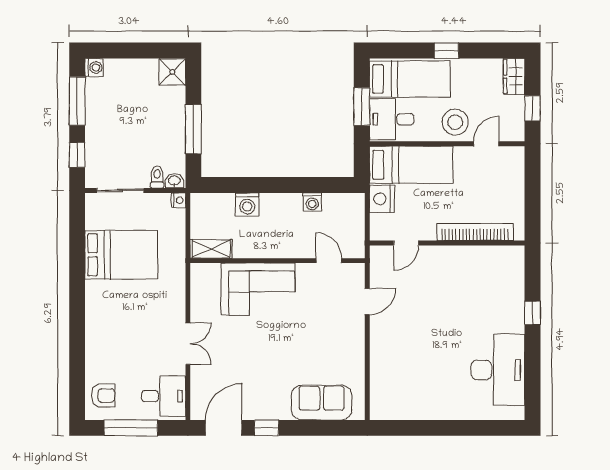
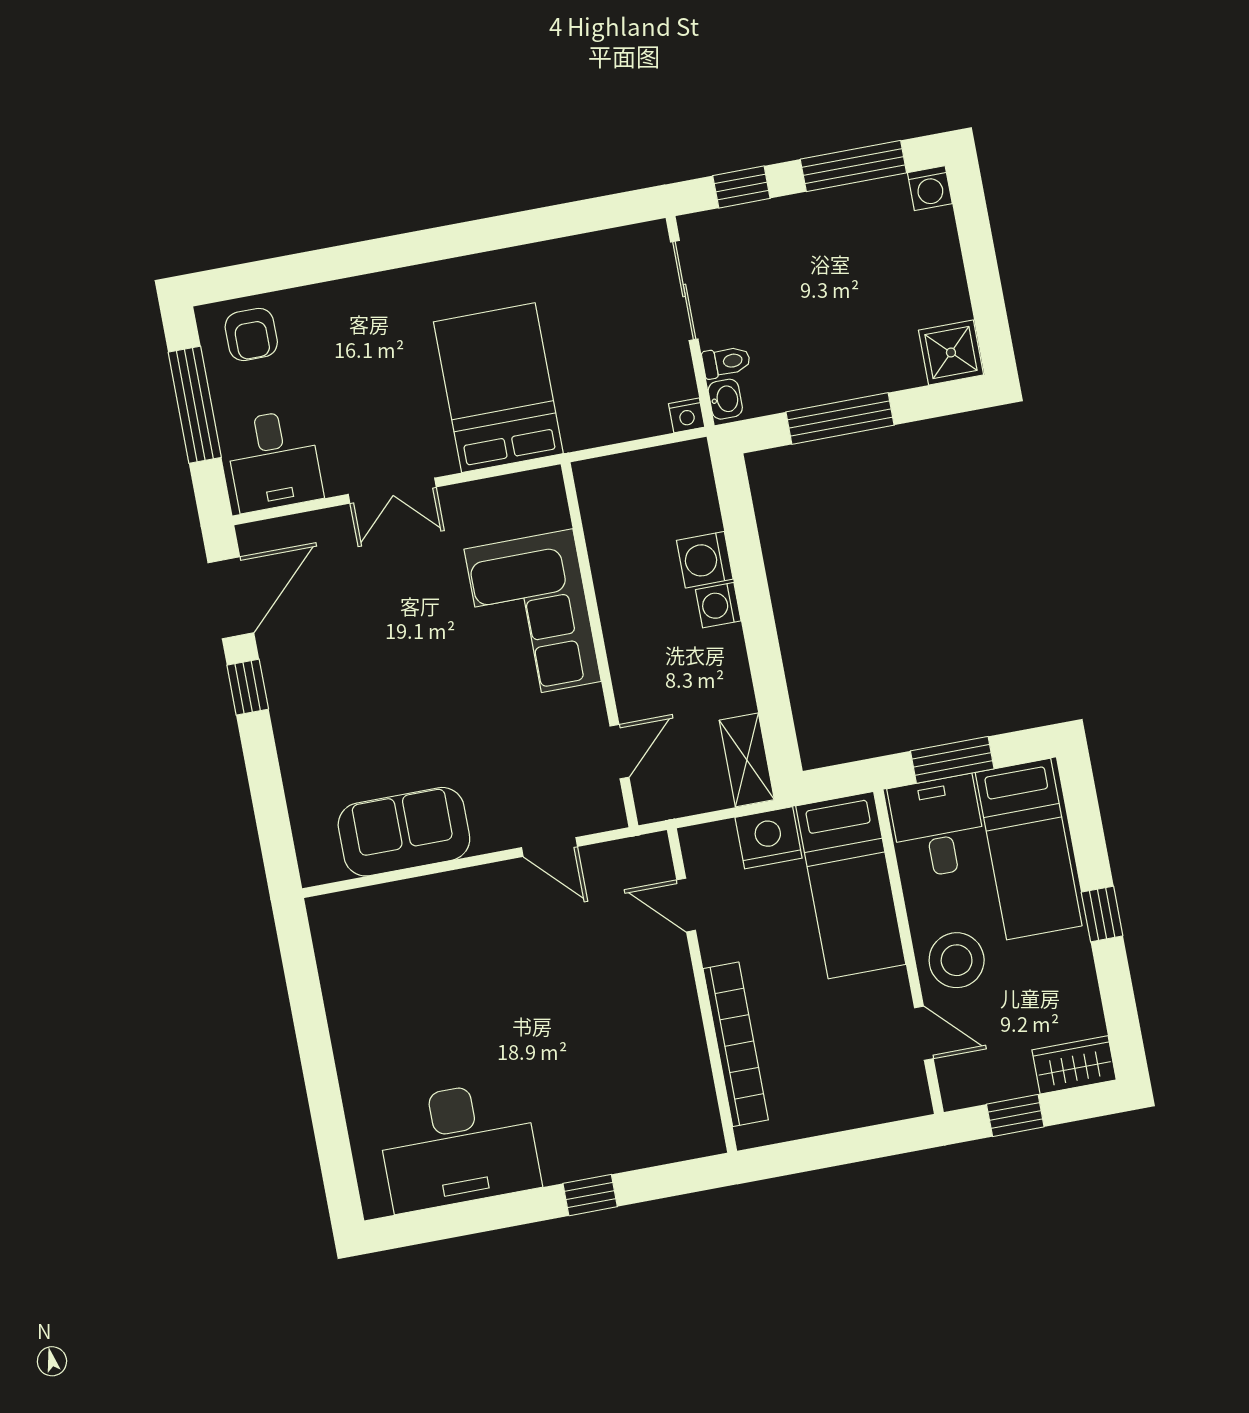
washing machine: (312, 202) -> (718, 605), moved
shelving: (211, 249) -> (747, 760), moved
bed: (121, 255) -> (498, 388), moved, turned 180
sofa: (322, 403) -> (404, 832), moved, turned -90
door: (224, 428) -> (231, 598), hinge flipped

